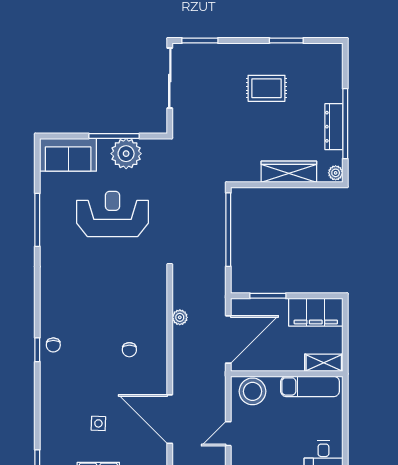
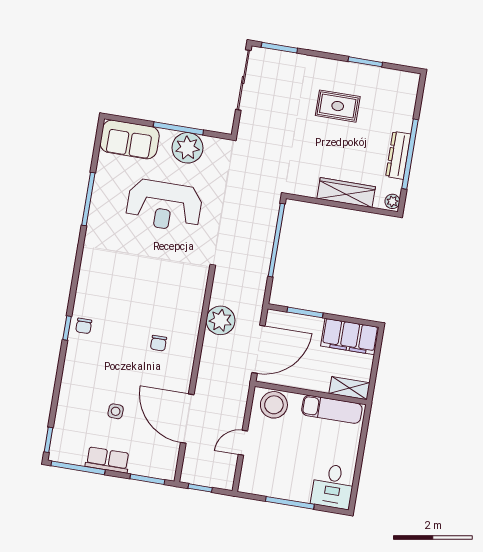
reception desk: (113, 214) -> (164, 206), turned 180
plant: (180, 317) -> (220, 320), width x1.87, depth x1.87

